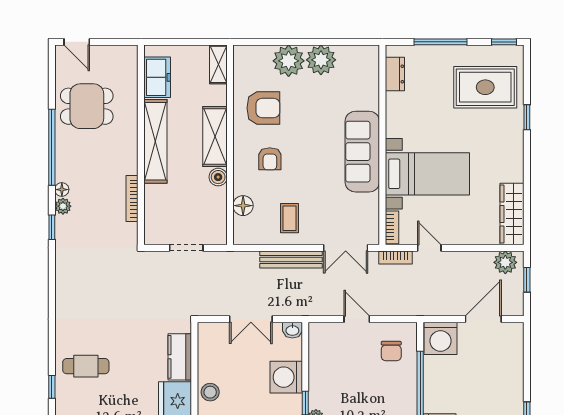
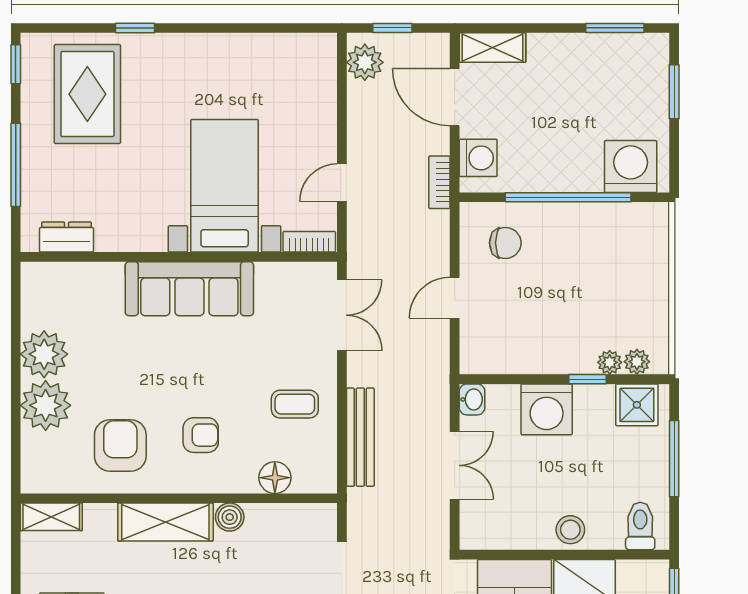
wardrobe: (512, 214) -> (288, 52), removed
bookcase: (395, 257) -> (439, 182), moved, turned 180
bench: (291, 260) -> (360, 437), moved
washing machine: (440, 338) -> (478, 158), width x0.73, depth x0.73
shelving: (515, 343) -> (492, 48), added

